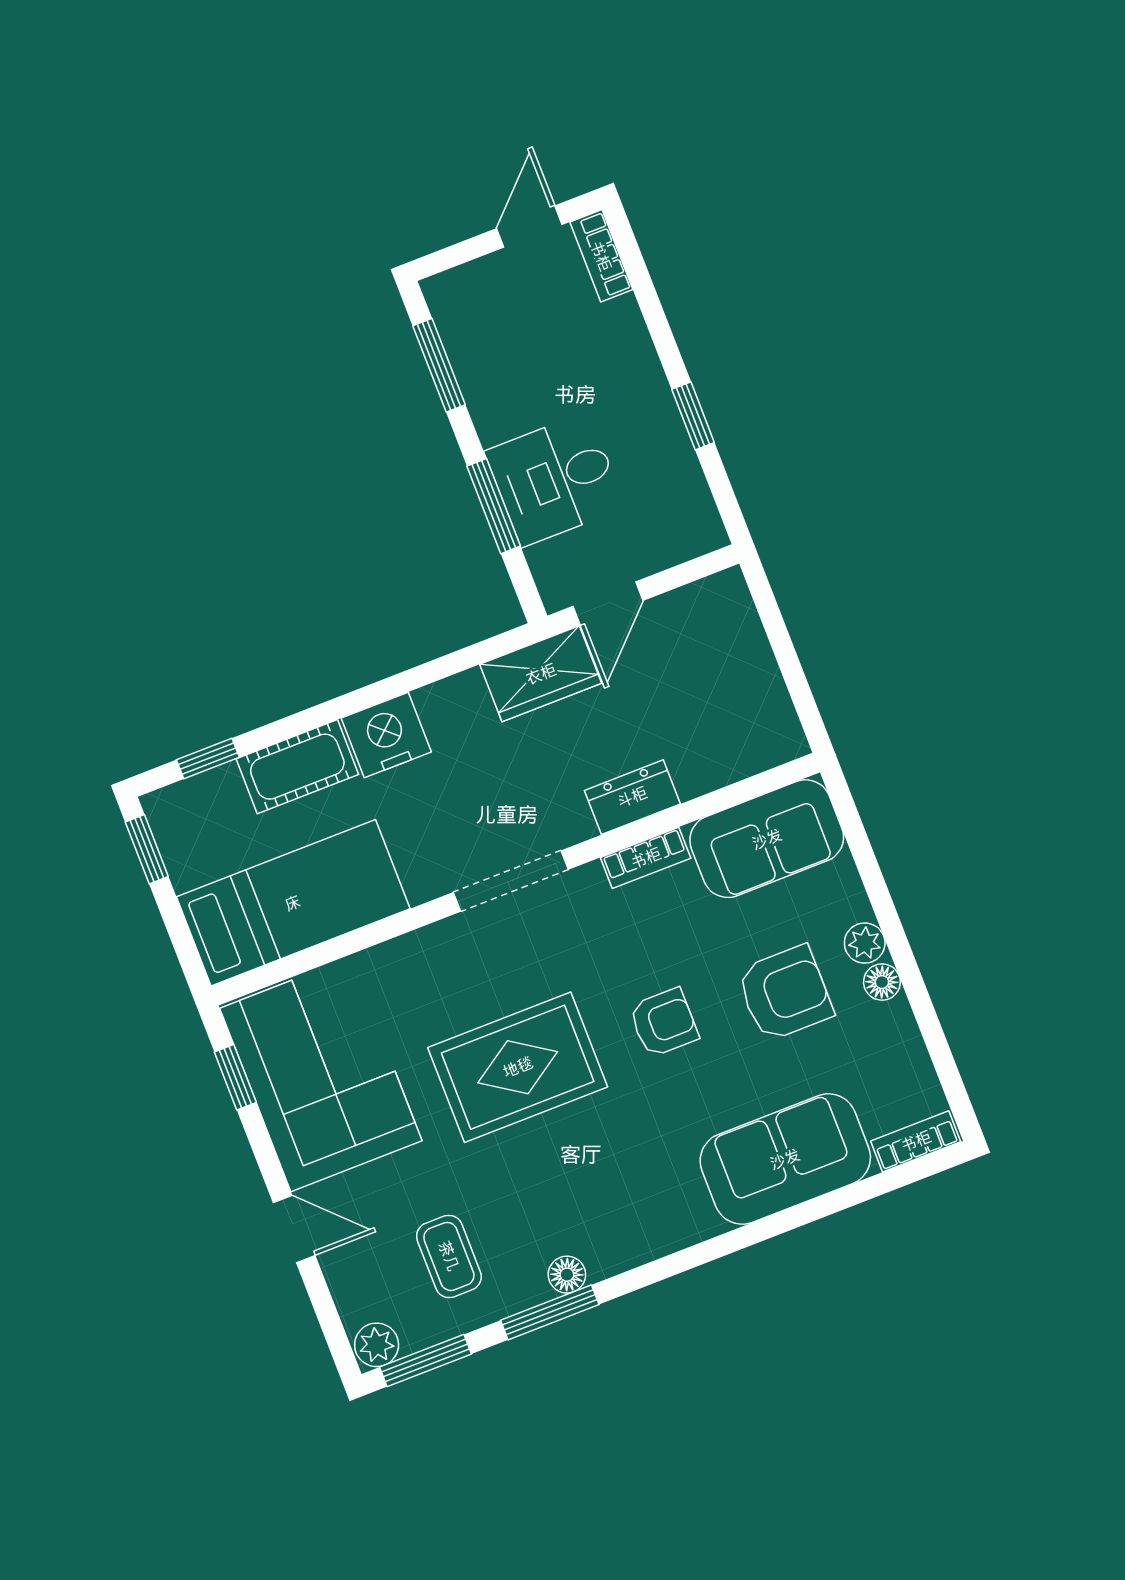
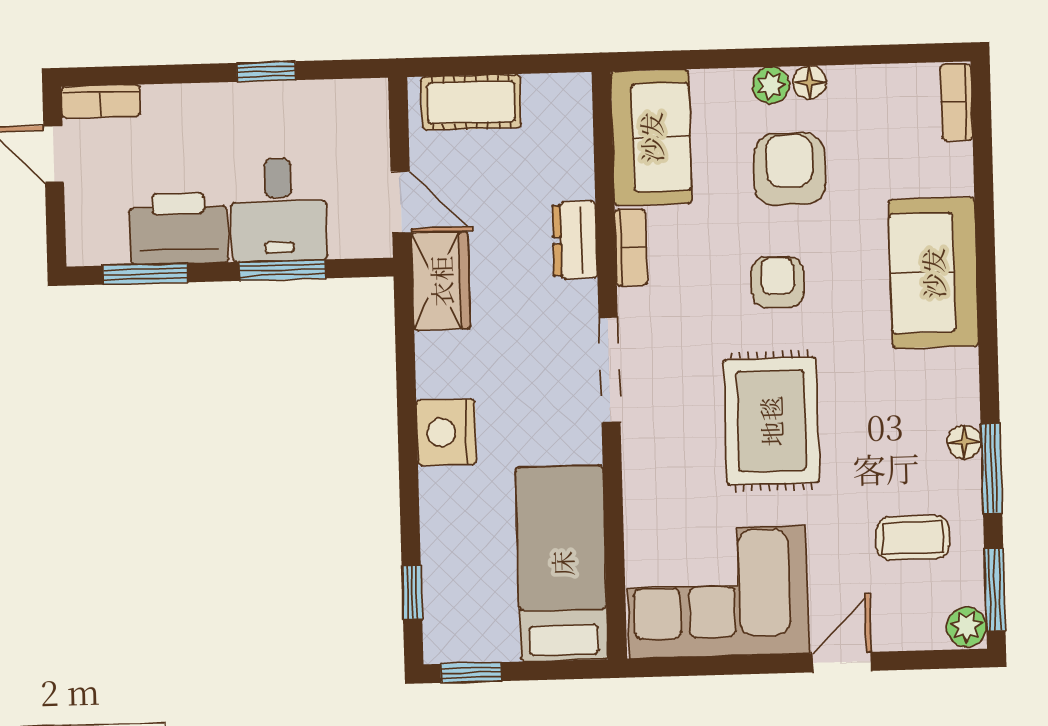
printer: (499, 383) -> (179, 228), added
cot: (297, 767) -> (471, 102), moved, turned 90
window: (235, 1077) -> (694, 666), removed
sofa: (785, 1159) -> (933, 273), moved

